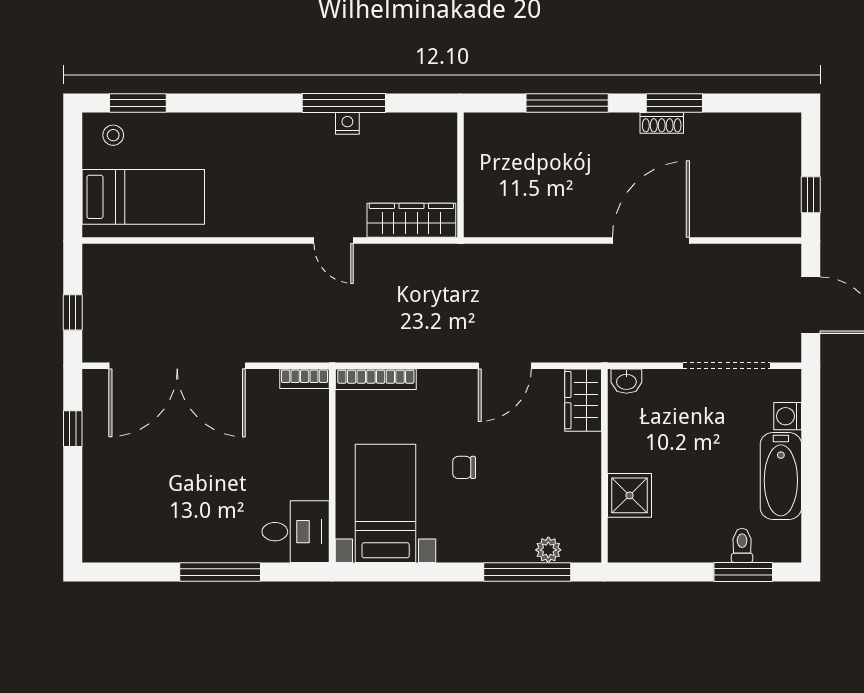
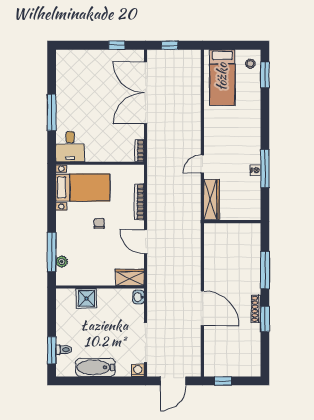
shoe rack: (662, 123) -> (256, 309), width x1.43
bookcase: (376, 379) -> (139, 202), moved
washing machine: (788, 416) -> (138, 370), moved

